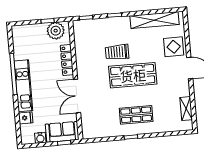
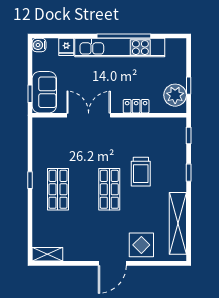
trolley: (117, 52) -> (141, 172), turned 180
locker: (67, 60) -> (136, 106), width x0.66
shop shelf: (133, 75) -> (109, 189), width x0.70, depth x0.74
kitchen unit: (23, 86) -> (120, 48), width x1.36
shelving: (186, 109) -> (47, 254), moved
water cooler: (40, 138) -> (39, 45), moved

